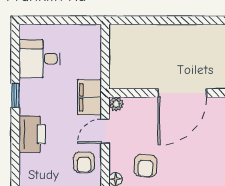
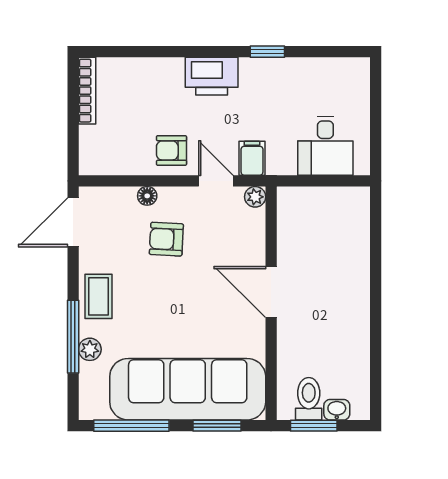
desk: (40, 59) -> (325, 146), moved, turned 180
door: (182, 93) -> (271, 292), width x0.73
filing cabinet: (89, 97) -> (252, 158), width x0.50

